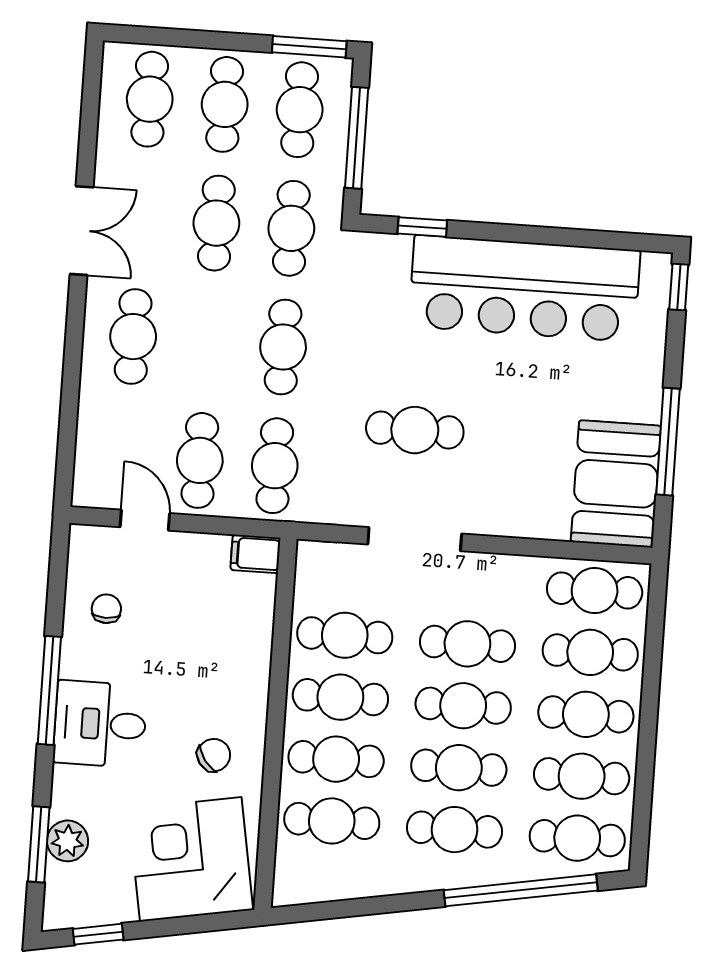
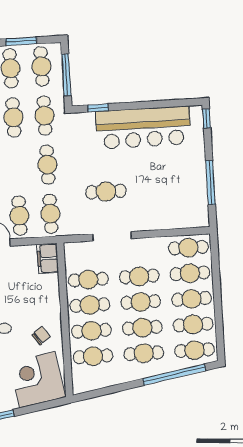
window: (309, 47) -> (21, 41), moved
booth: (616, 484) -> (191, 203), removed
filing cabinet: (255, 554) -> (48, 258), width x2.00

